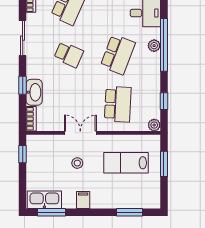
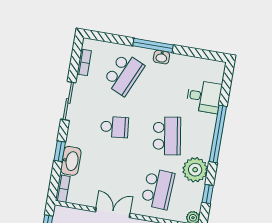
plant: (154, 46) -> (195, 170), moved, width x1.87, depth x1.87
school desk: (69, 55) -> (115, 127), turned -30
school desk: (118, 55) -> (167, 136), turned -30

